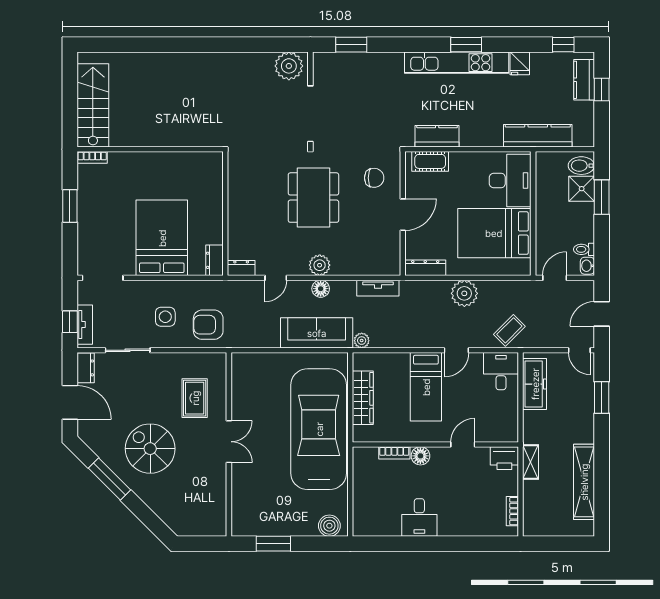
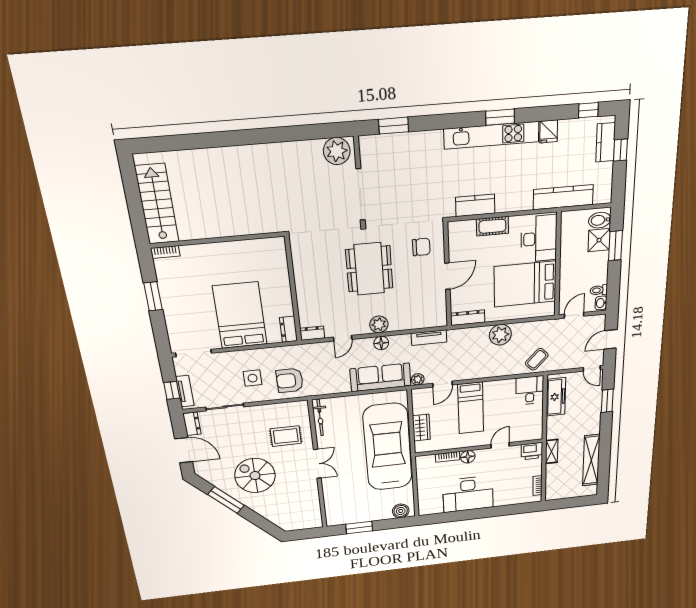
cot: (430, 161) -> (492, 226), moved
door: (456, 350) -> (443, 384), moved
bicycle: (239, 378) -> (320, 417), added
rug: (195, 398) -> (286, 436), turned 90
wardrobe: (363, 398) -> (421, 428), width x0.67
desk: (419, 518) -> (468, 494), width x1.87, depth x1.30

